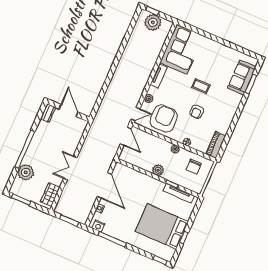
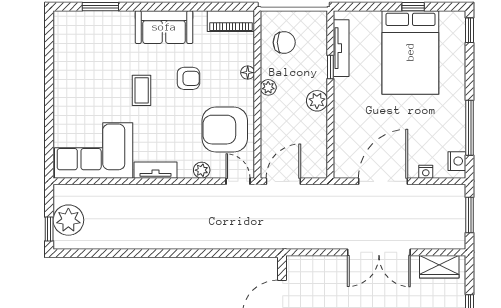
sofa: (242, 77) -> (164, 27), moved
double door: (70, 168) -> (379, 252), width x1.37

